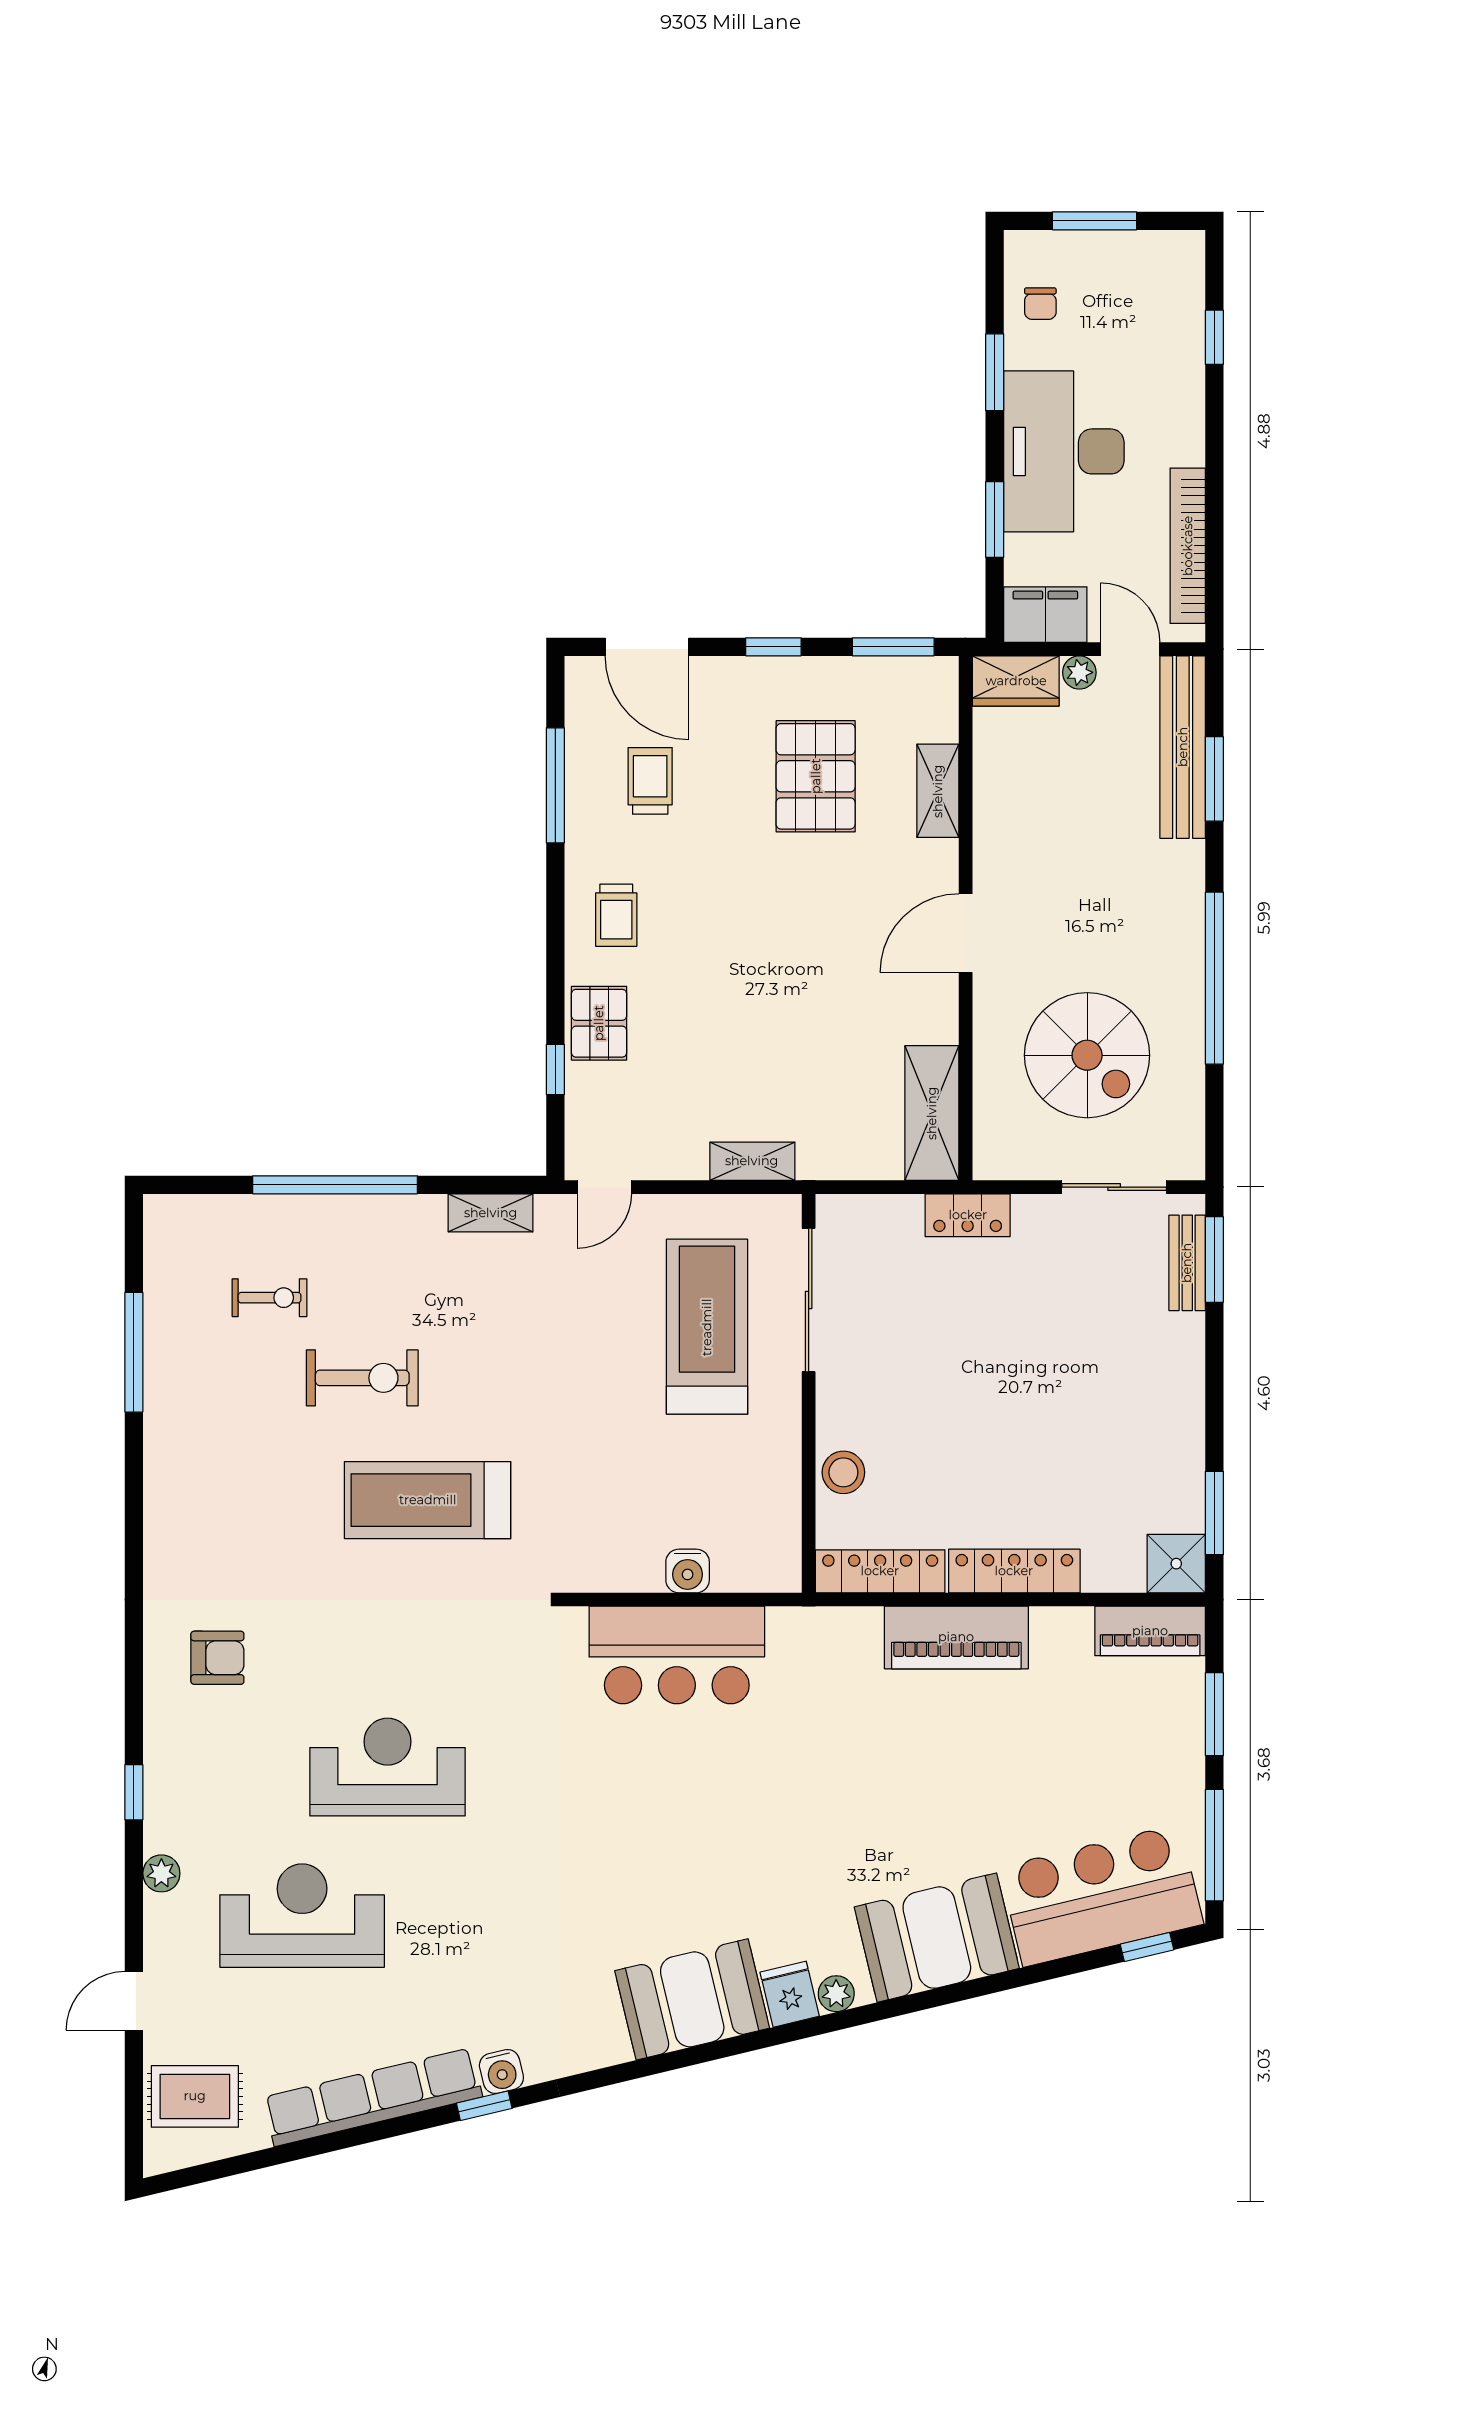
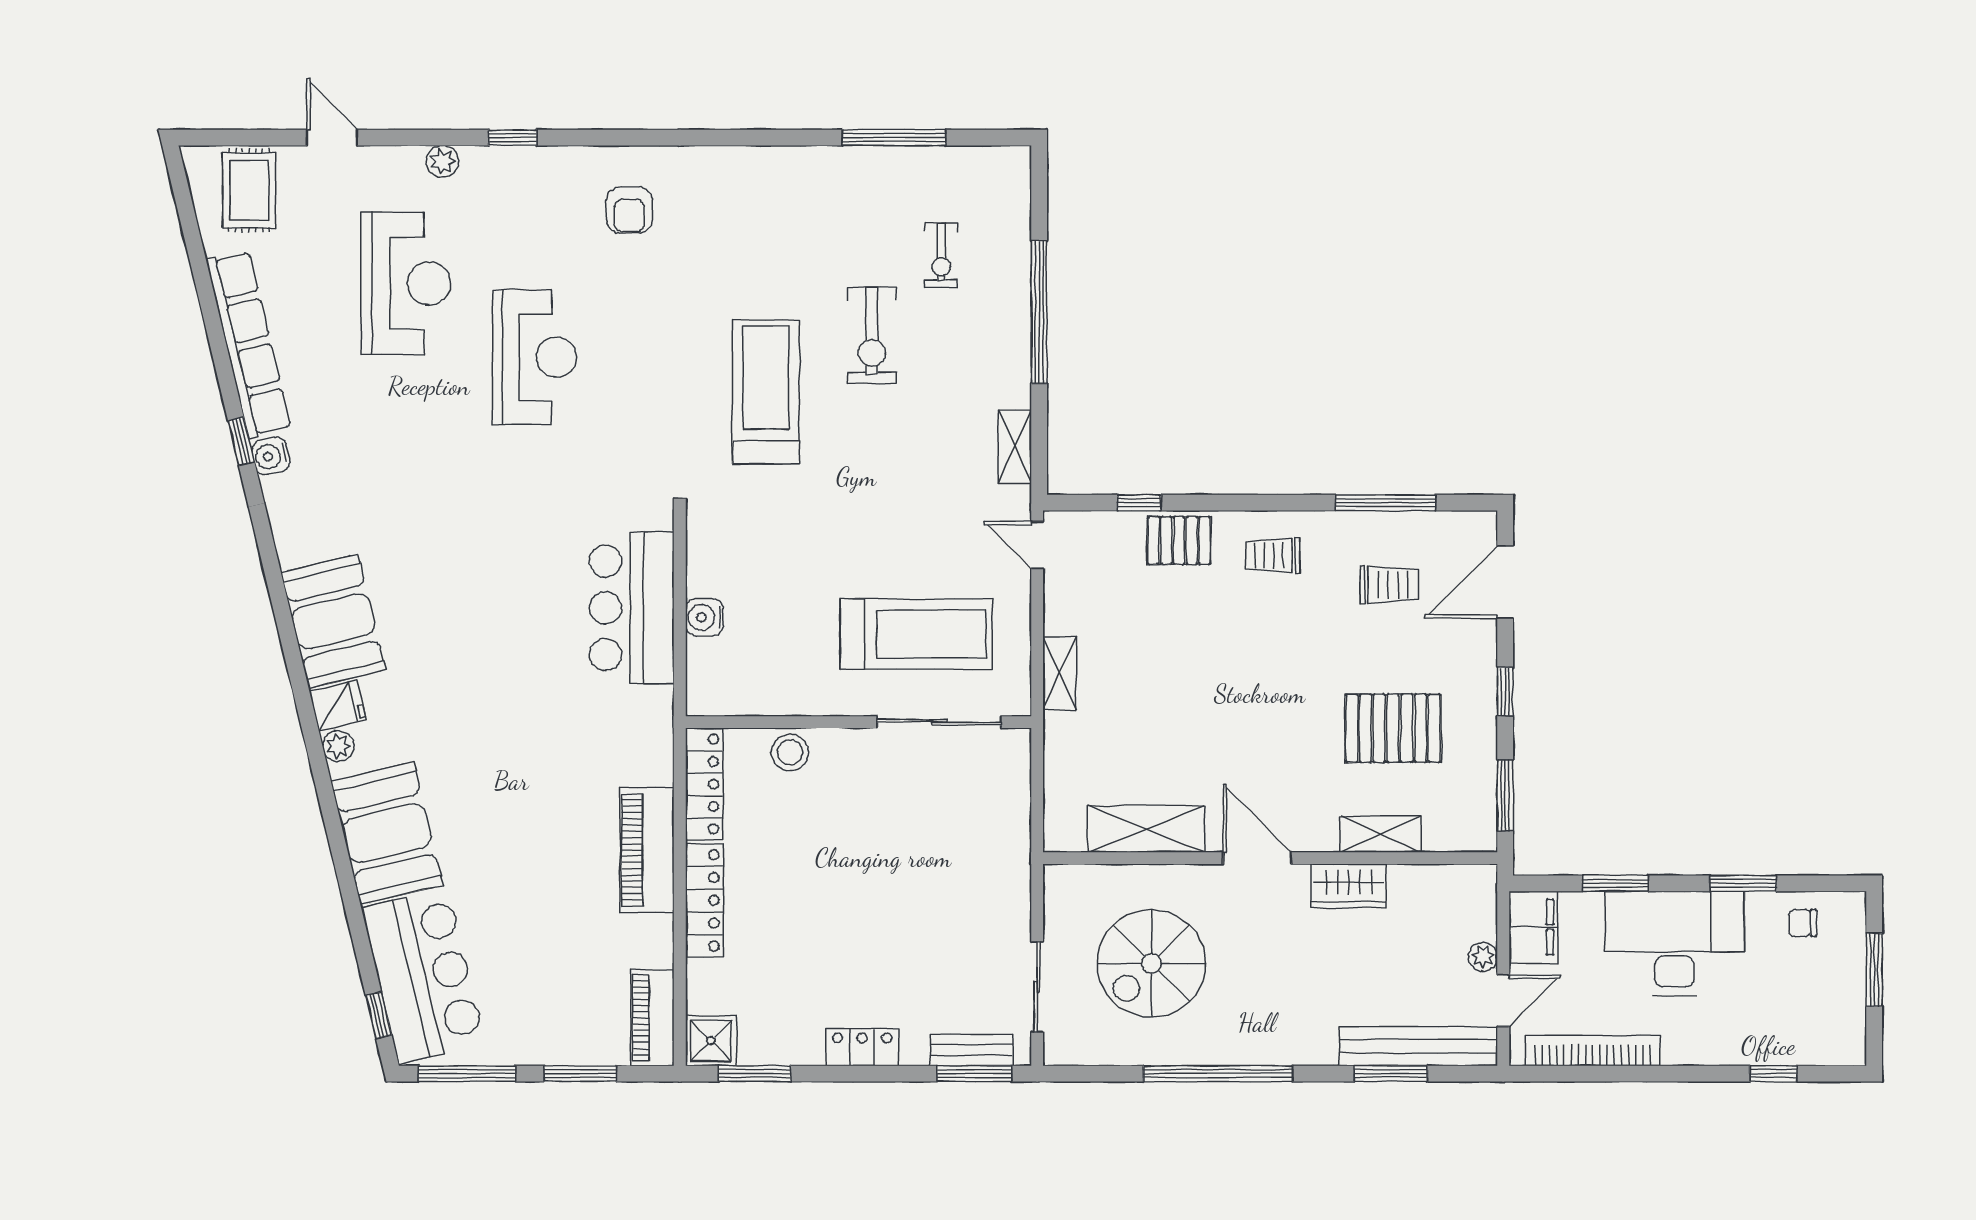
wardrobe: (1016, 681) -> (1349, 886), moved, turned -90
shelving: (932, 1113) -> (1146, 829), moved
locker: (968, 1215) -> (862, 1047), moved, turned 90

